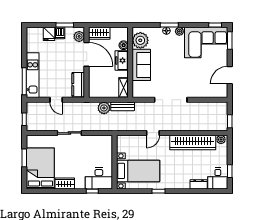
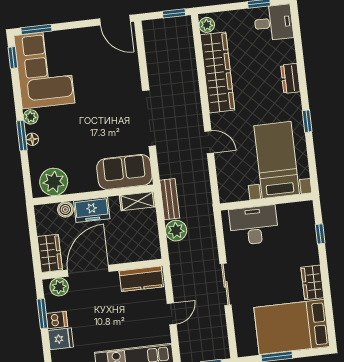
sofa: (141, 65) -> (124, 172), moved
door: (230, 75) -> (115, 20), moved
desk: (99, 178) -> (254, 225), moved, turned -90
dresser: (199, 184) -> (290, 78), moved

